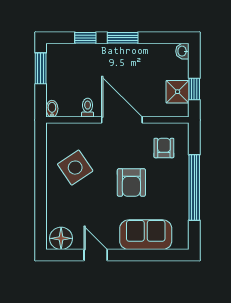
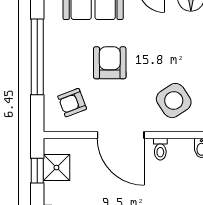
armchair: (164, 148) -> (72, 103), turned 69
side table: (75, 168) -> (174, 101), moved

